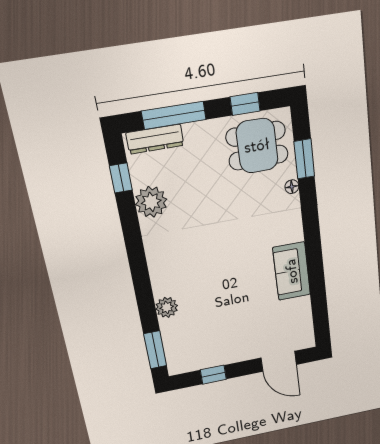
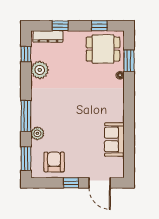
window: (174, 115) -> (60, 26), width x0.46
sofa: (292, 271) -> (114, 139), moved
window: (142, 283) -> (26, 116), added
armchair: (202, 346) -> (54, 162), added
window: (213, 375) -> (71, 183), moved

